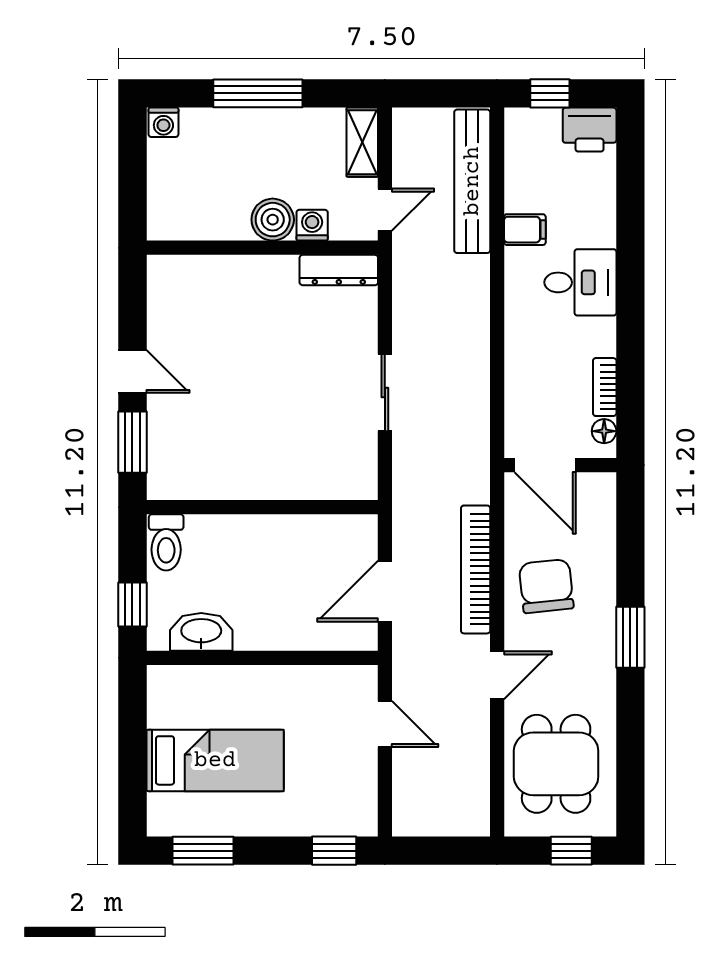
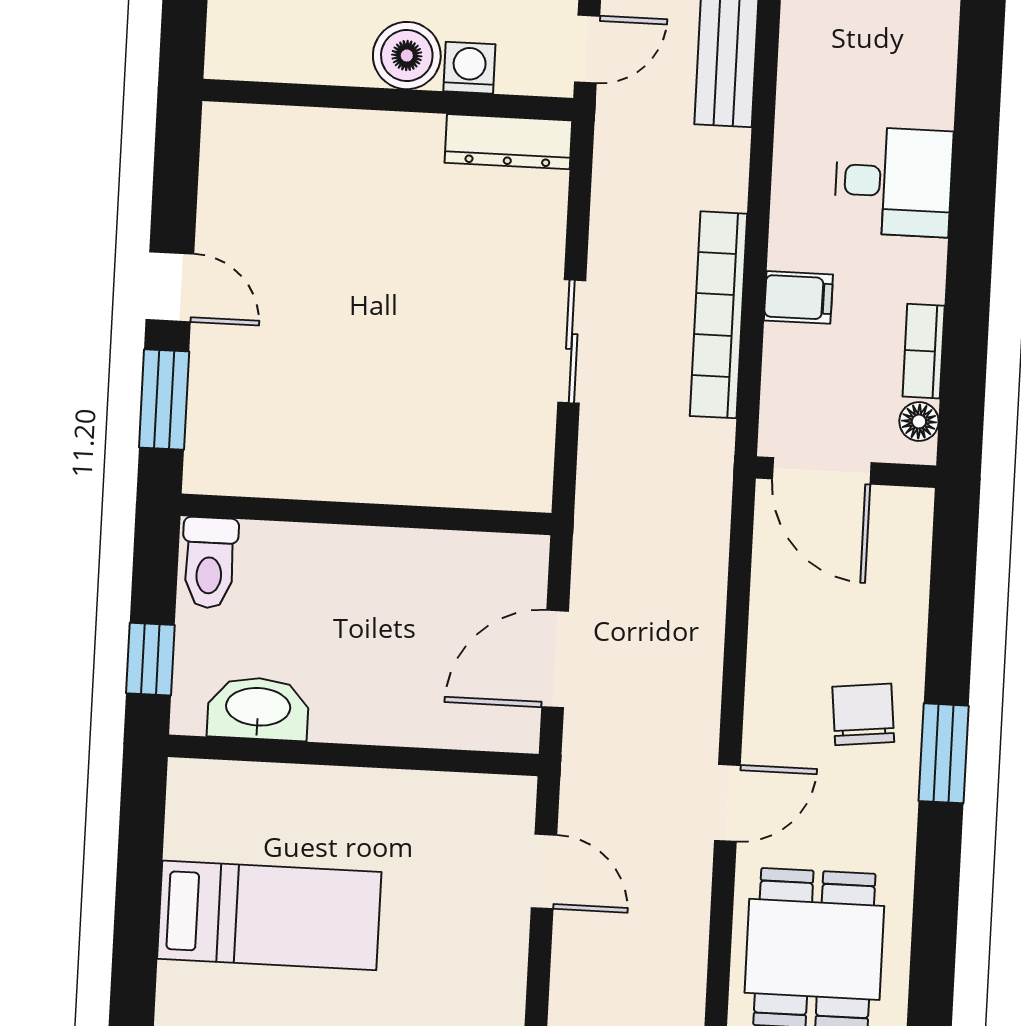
filing cabinet: (525, 230) -> (798, 297), moved
bookcase: (476, 569) -> (718, 315), moved
chair: (546, 586) -> (863, 714), moved, width x0.73, depth x0.73

